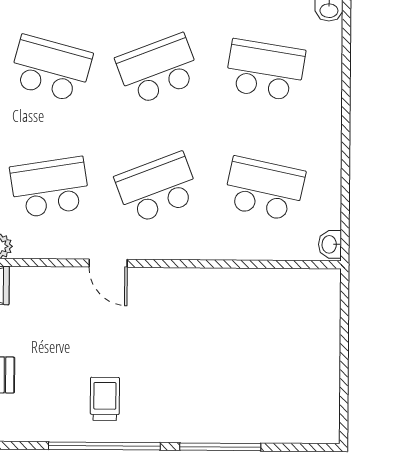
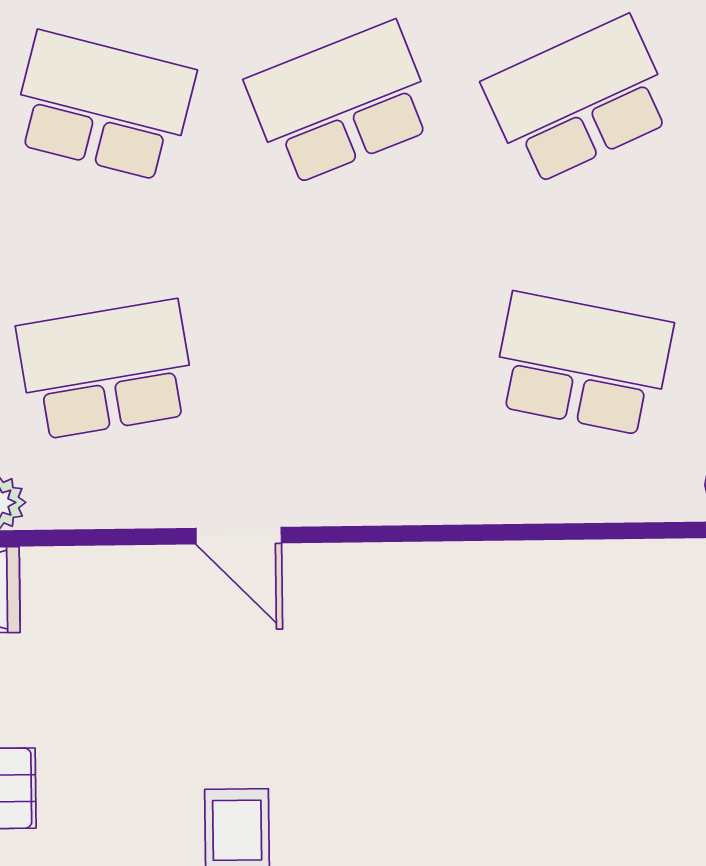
school desk: (265, 70) -> (579, 100), turned -33
school desk: (157, 188) -> (344, 367), removed

